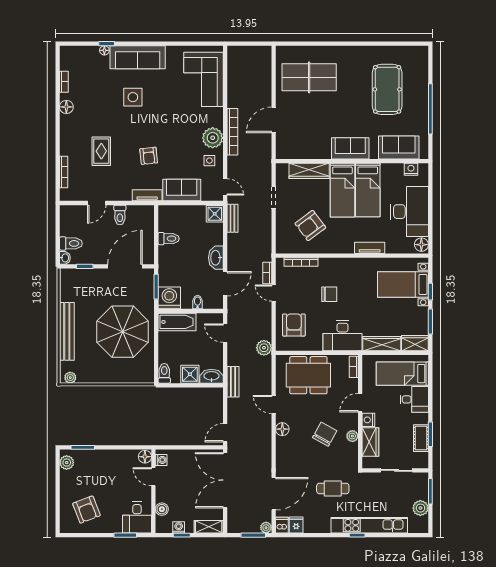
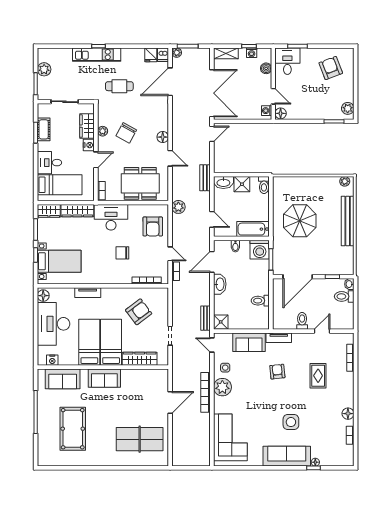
parasol: (123, 332) -> (300, 221), width x0.73, depth x0.73
kitchen unit: (369, 525) -> (97, 55), width x0.73

